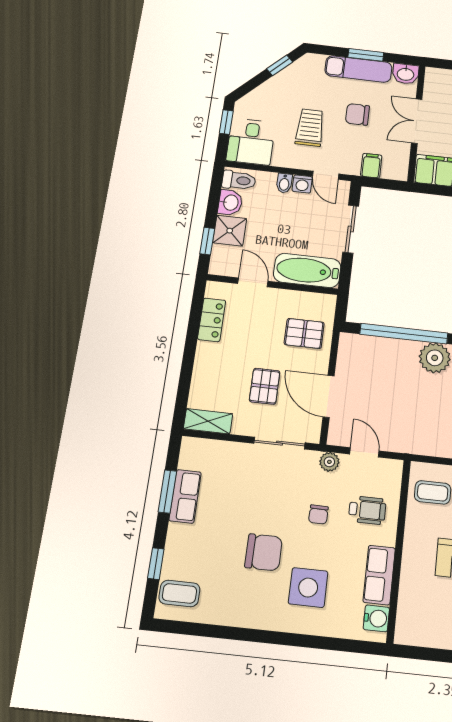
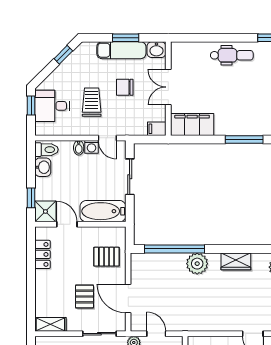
desk: (251, 142) -> (52, 106), moved, turned 90
filing cabinet: (371, 166) -> (157, 129), moved, turned -90
shower: (230, 231) -> (45, 211), moved

